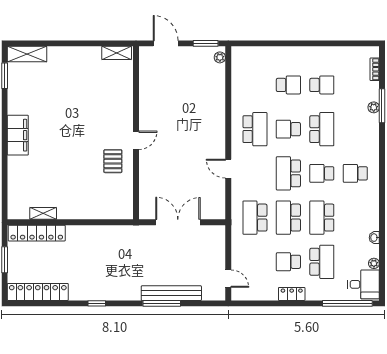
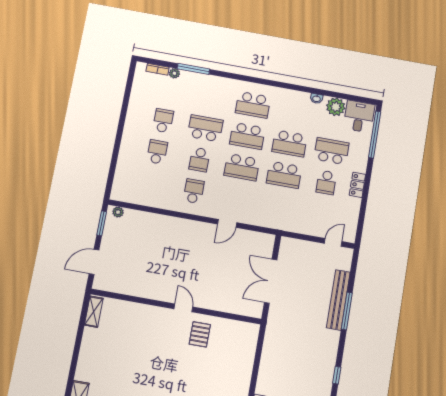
plant: (374, 107) -> (174, 73), moved
school desk: (255, 129) -> (194, 191), width x0.54
pallet: (113, 161) -> (200, 334), turned 90
school desk: (322, 173) -> (247, 136), width x1.85
school desk: (355, 173) -> (253, 105), width x1.85
school desk: (255, 218) -> (279, 206), removed
plant: (374, 263) -> (336, 107), width x1.88, depth x1.88

